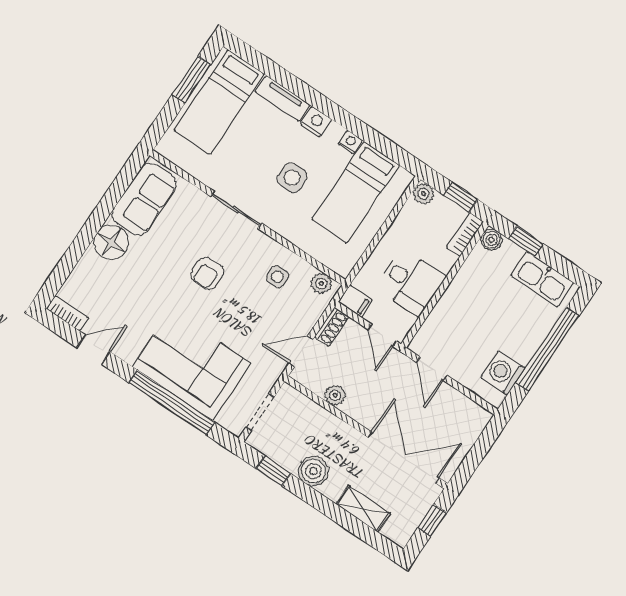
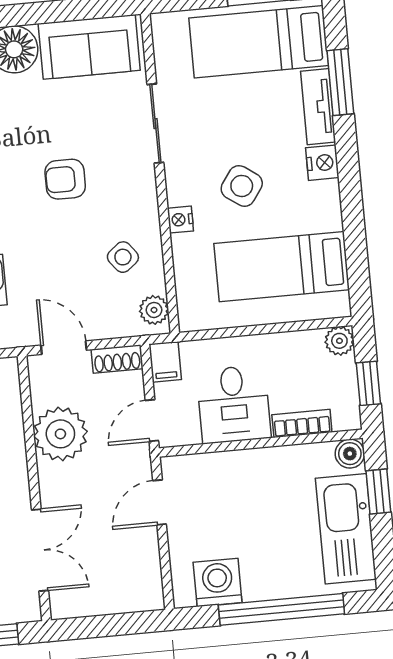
window: (279, 75) -> (340, 82), added
nightstand: (350, 142) -> (180, 220), moved, turned 180
side table: (292, 178) -> (242, 186), turned 35
sliding door: (236, 210) -> (155, 124), moved
bookcase: (465, 234) -> (302, 423), moved
side table: (277, 277) -> (123, 257), turned -38
kitchen sink: (542, 279) -> (346, 529), width x1.36, depth x1.24
plant: (335, 395) -> (60, 434), width x1.88, depth x1.88
double door: (404, 458) -> (40, 550), width x0.73

